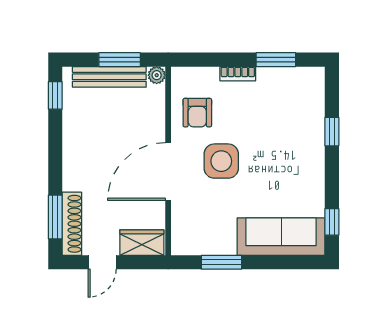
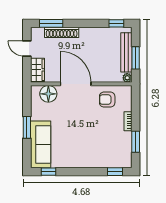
window: (332, 132) -> (115, 172), moved
side table: (221, 161) -> (81, 112), removed
floor lamp: (187, 222) -> (48, 94), added
shoe rack: (72, 224) -> (62, 32), moved
window: (221, 262) -> (27, 127), moved

